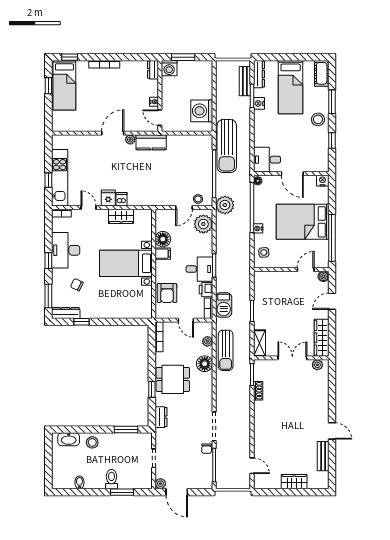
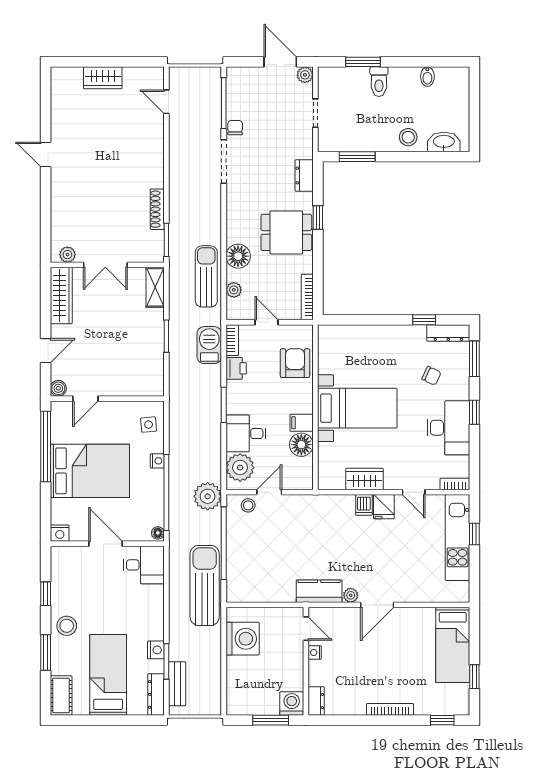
bed: (64, 85) -> (453, 645), moved, turned 180
desk: (199, 269) -> (246, 433), moved
shoe rack: (258, 391) -> (157, 209), width x1.43
bench: (323, 456) -> (59, 116), removed

